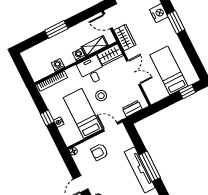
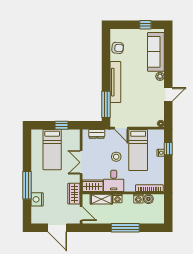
window: (176, 22) -> (27, 185), width x1.44
window: (56, 29) -> (125, 228), width x1.44
boiler: (48, 70) -> (148, 199), added
window: (187, 92) -> (62, 125), moved
window: (47, 118) -> (168, 149), moved
armchair: (99, 152) -> (140, 112), removed
window: (150, 166) -> (106, 104), moved

